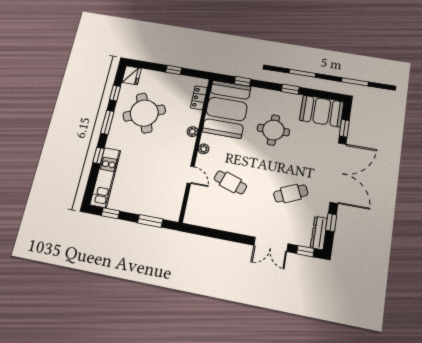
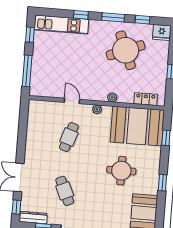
door: (191, 175) -> (72, 101), swing flipped
window: (150, 221) -> (27, 71), width x1.44

